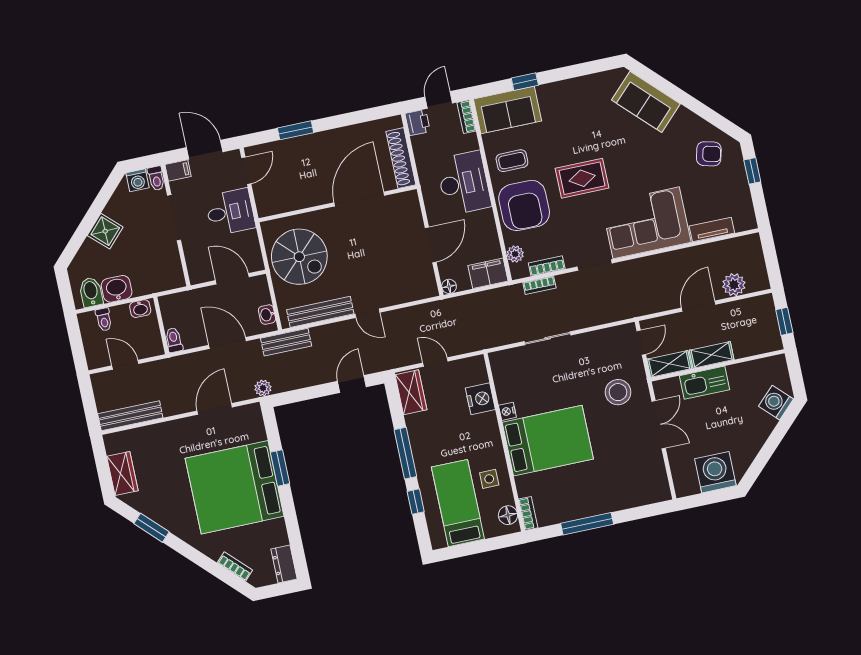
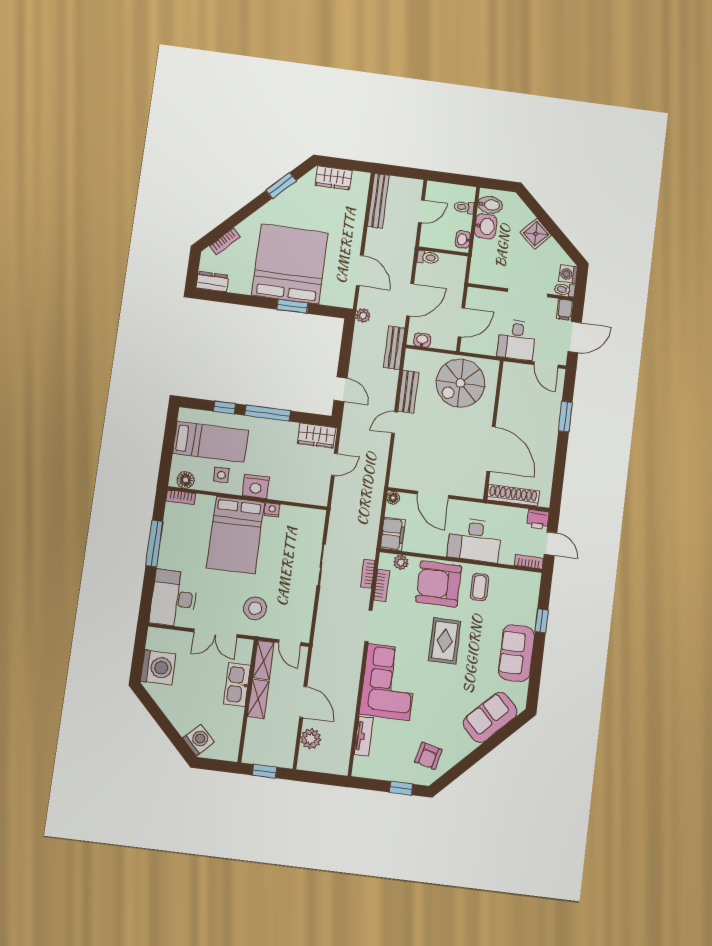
sofa: (507, 110) -> (516, 653), moved
bench: (320, 312) -> (408, 392), width x0.73
nightstand: (480, 399) -> (256, 486), moved
desk: (638, 482) -> (174, 598), added

